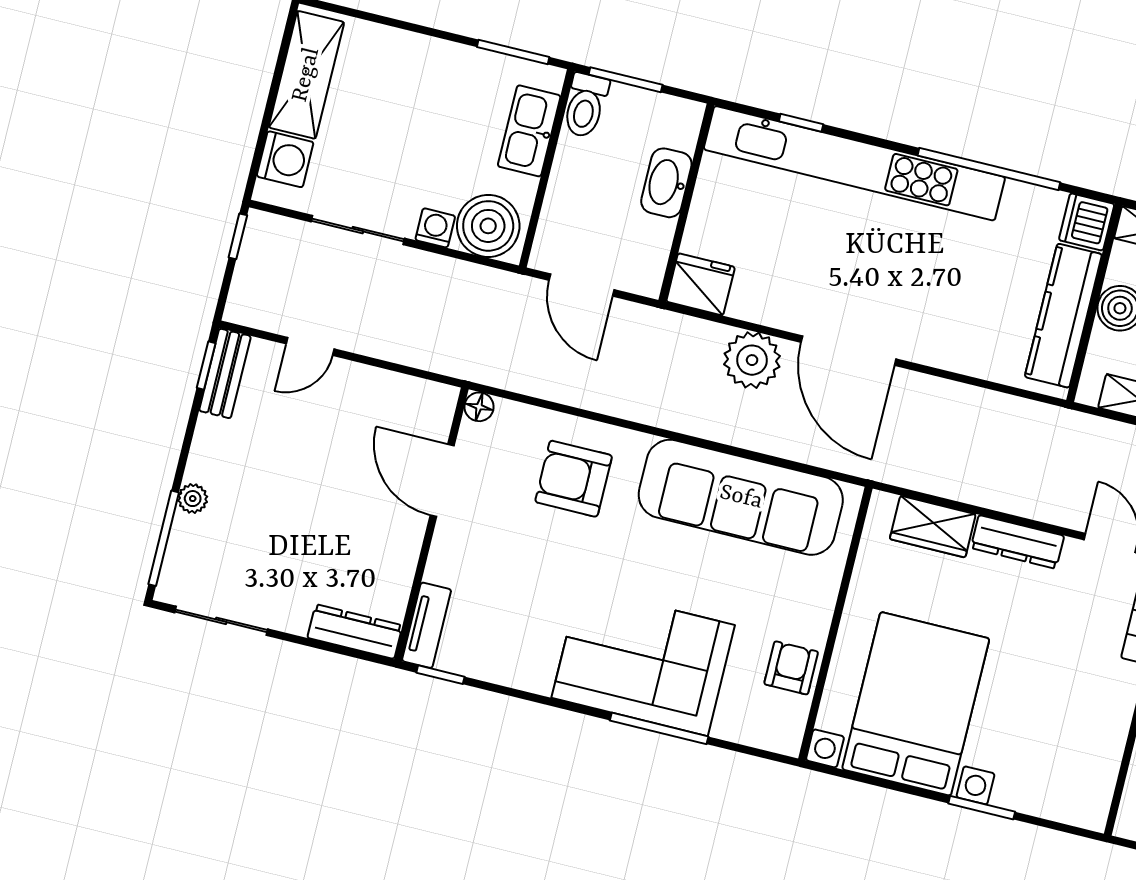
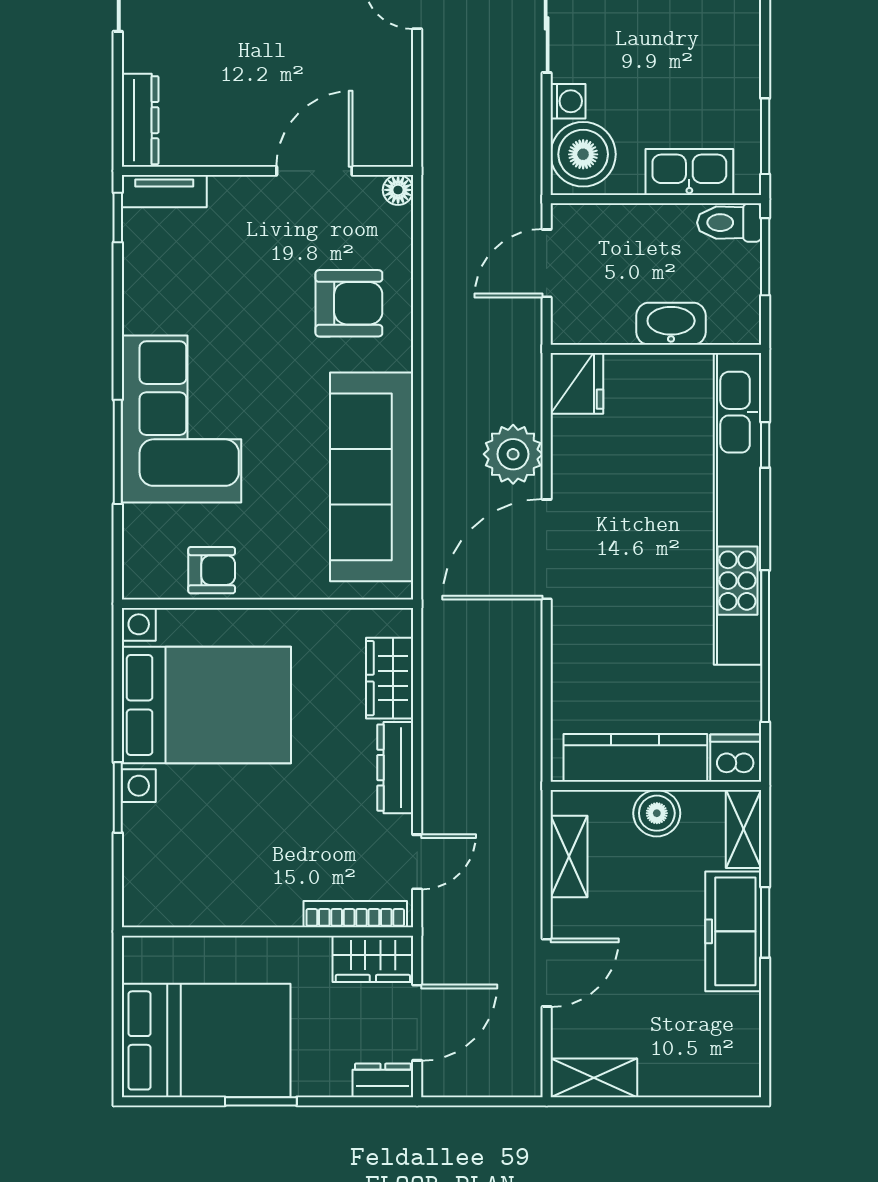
armchair: (574, 479) -> (349, 303), turned 90

